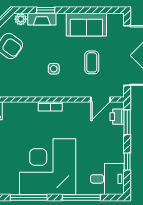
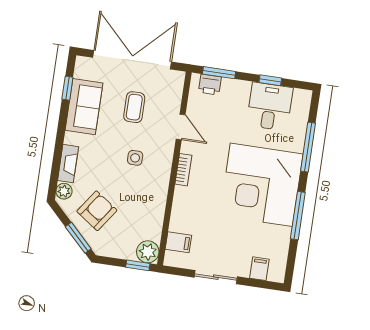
window: (46, 10) -> (67, 88), moved
coffee table: (92, 62) -> (134, 107), turned 90
door: (100, 99) -> (181, 127), moved
desk: (107, 179) -> (270, 106), moved

